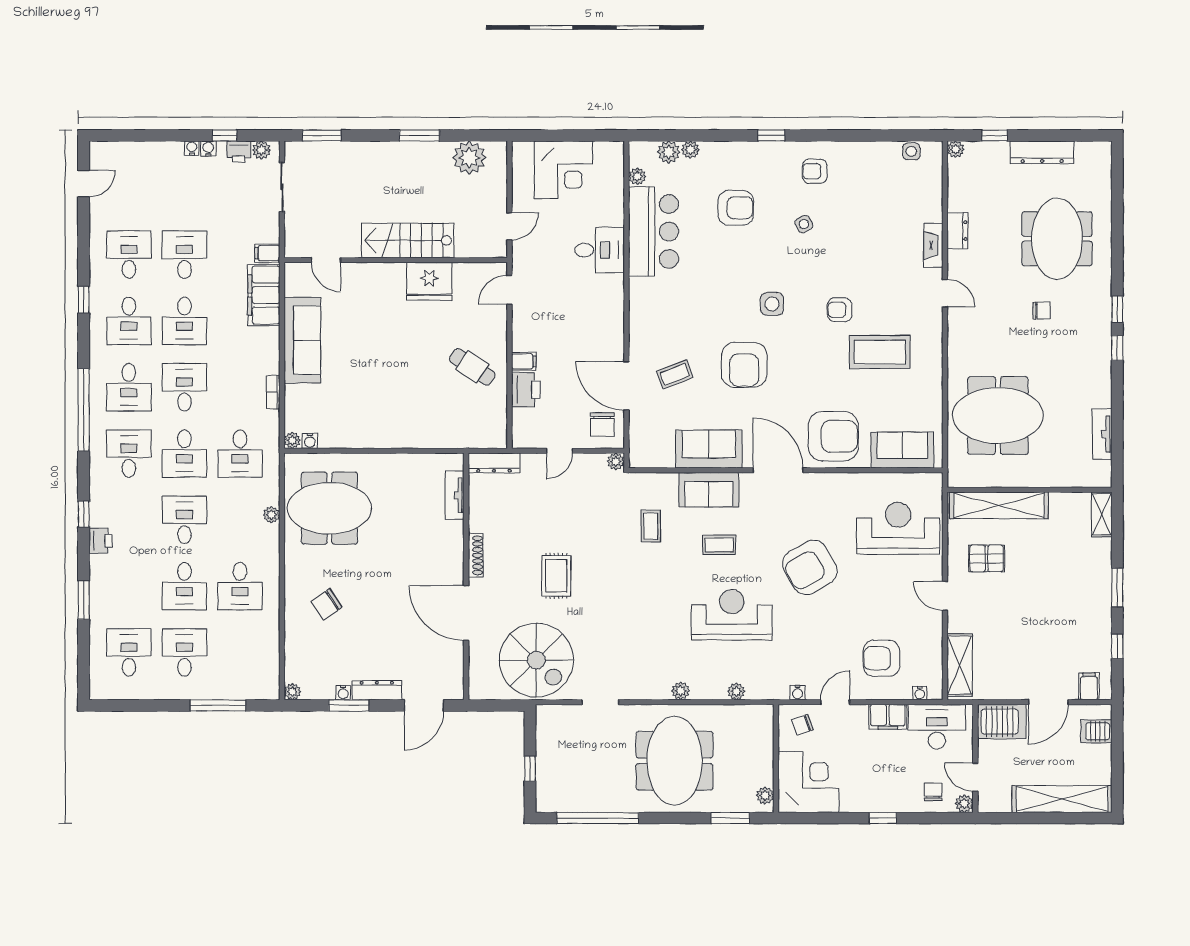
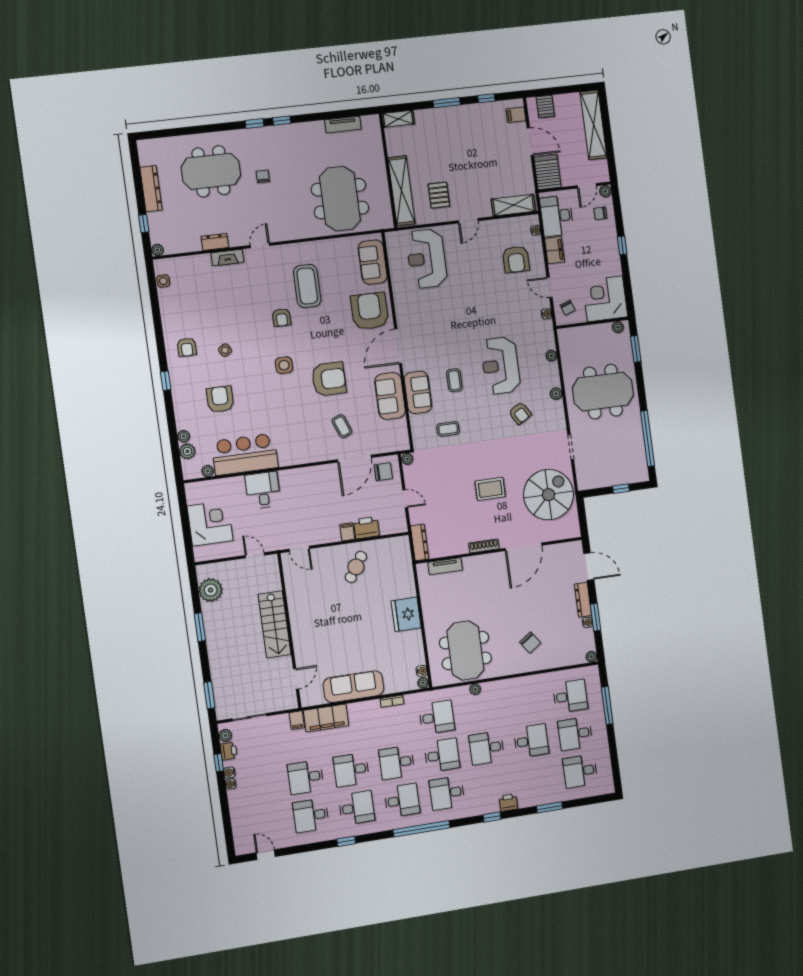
fridge: (429, 281) -> (406, 614), moved, turned 180
desk: (184, 321) -> (351, 770), turned 180
armchair: (810, 567) -> (520, 413), moved, width x0.53, depth x0.53
desk: (240, 586) -> (570, 696), moved

